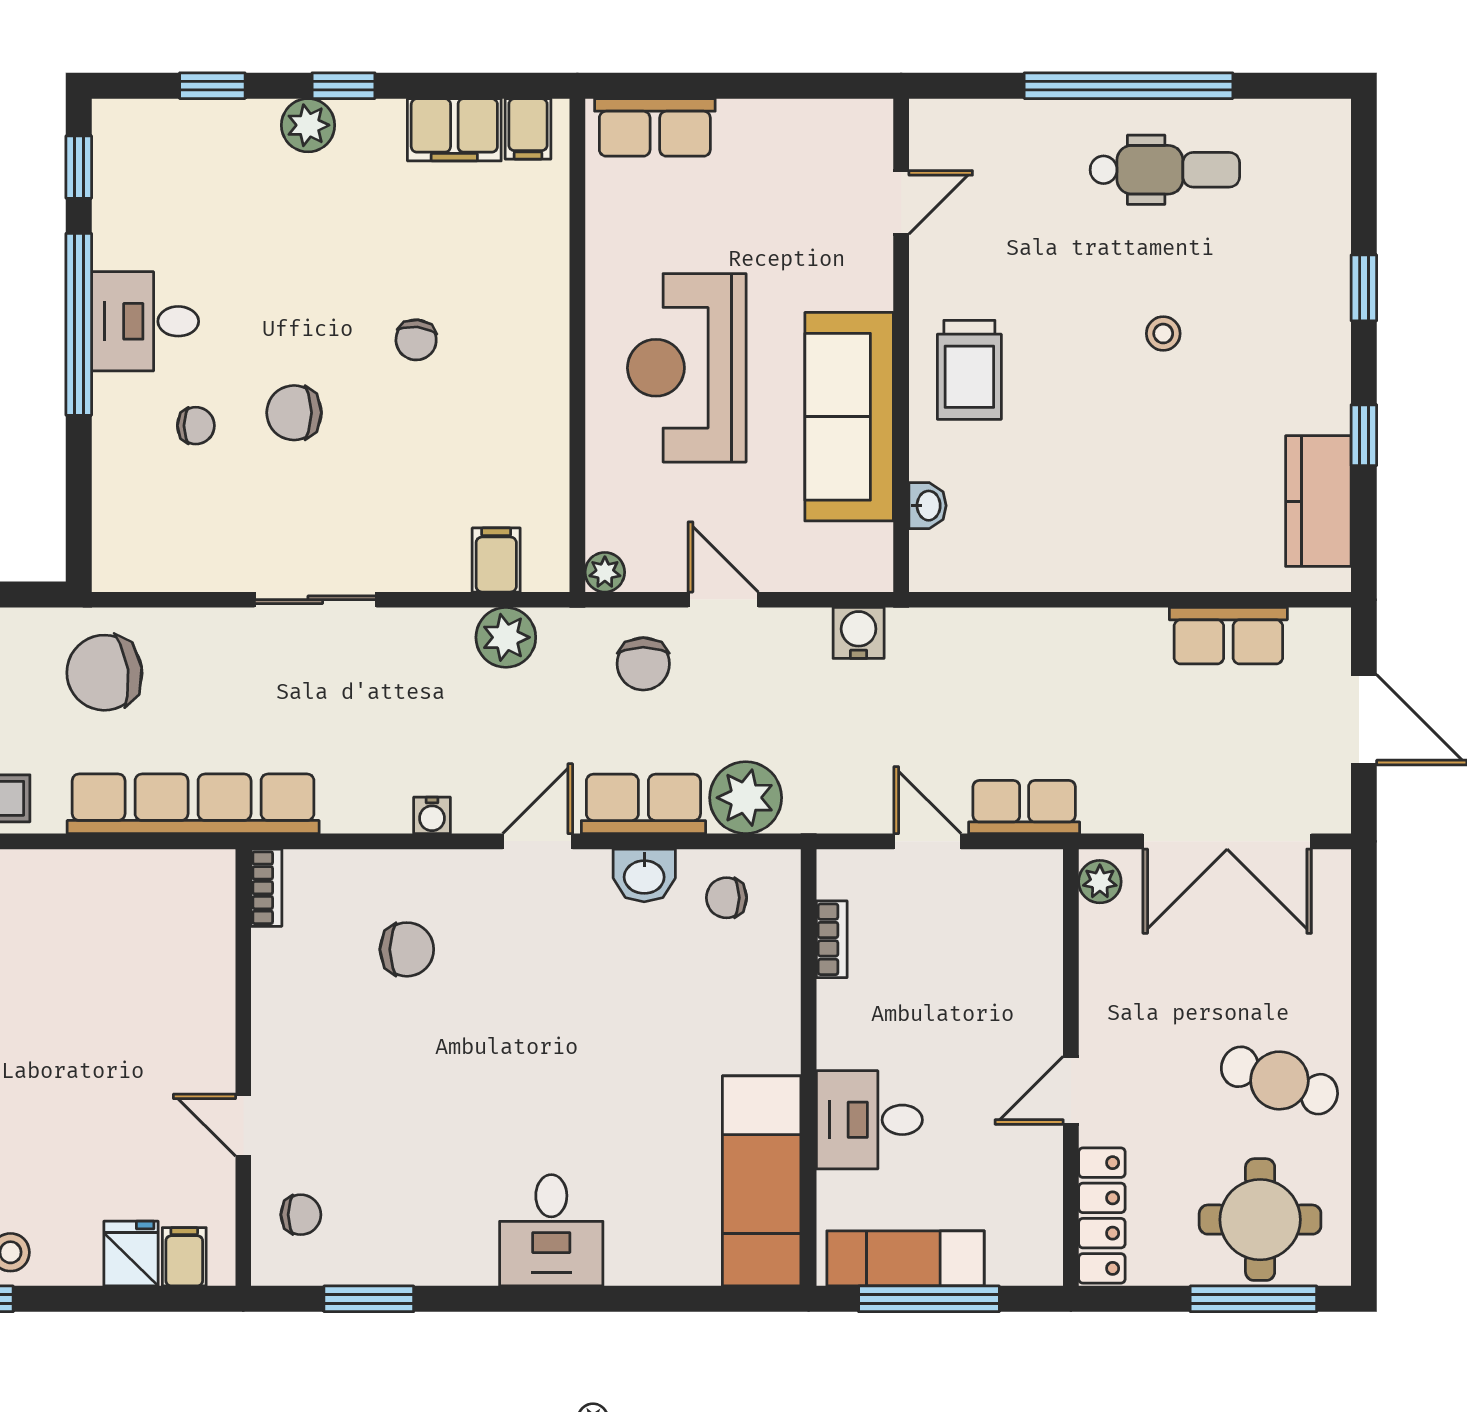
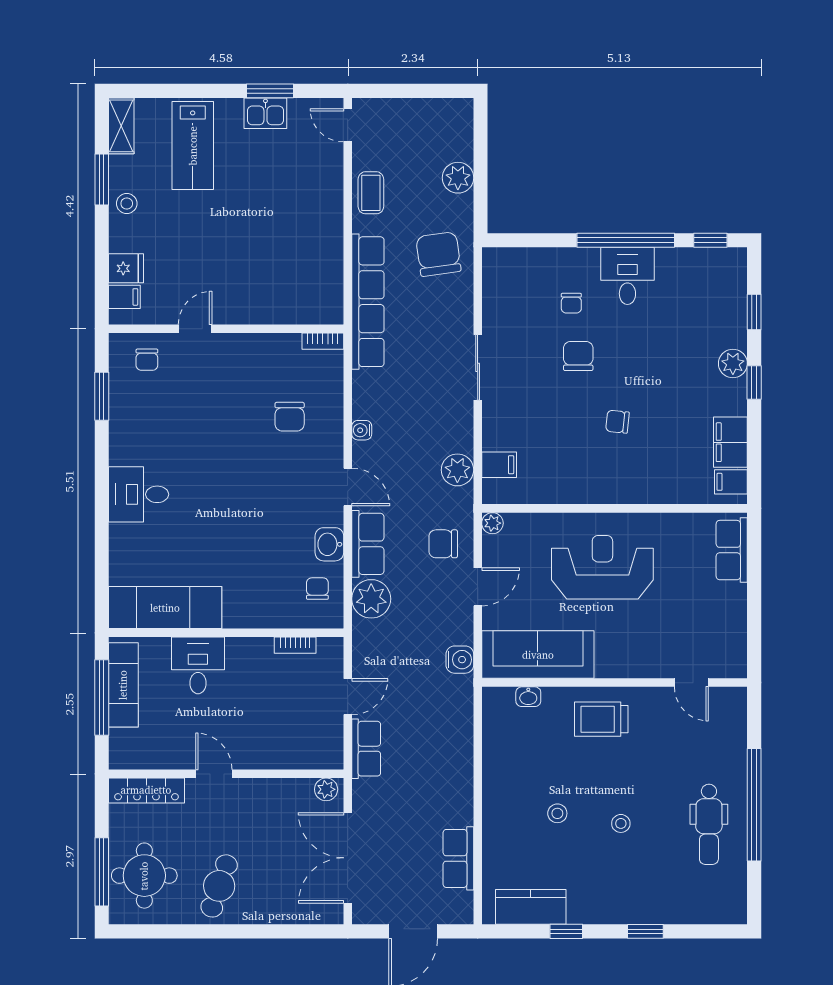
sofa: (849, 417) -> (538, 655), moved
stool: (1144, 452) -> (557, 813), added

